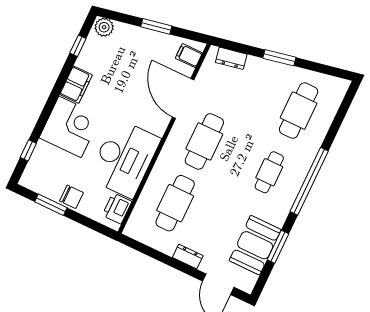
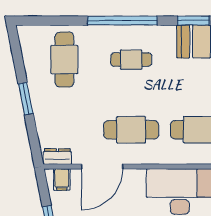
dresser: (231, 58) -> (57, 157), moved, turned -79
cafe table: (299, 111) -> (64, 60), turned 90

